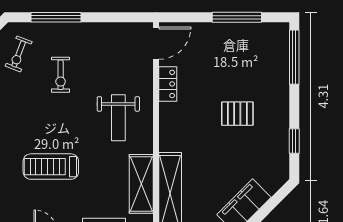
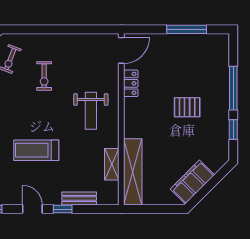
window: (56, 17) -> (40, 29), removed
window: (294, 57) -> (233, 88), moved
shelving: (141, 184) -> (112, 164), width x0.67, depth x0.75

